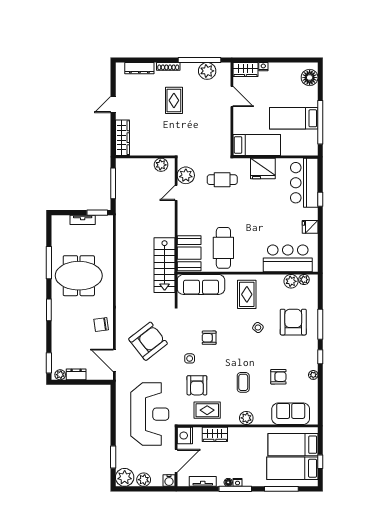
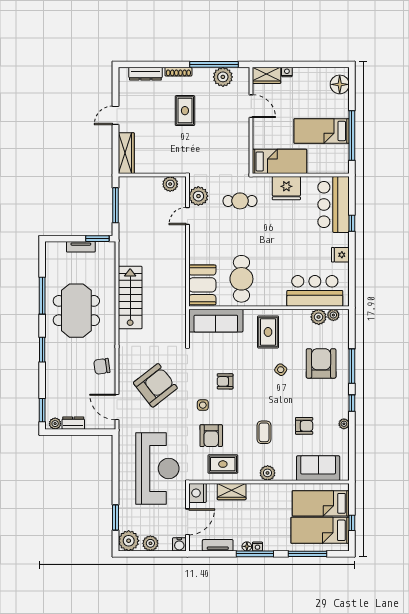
stairs: (165, 265) -> (130, 298), moved, turned 180
meeting table: (79, 276) -> (76, 311), turned 90

